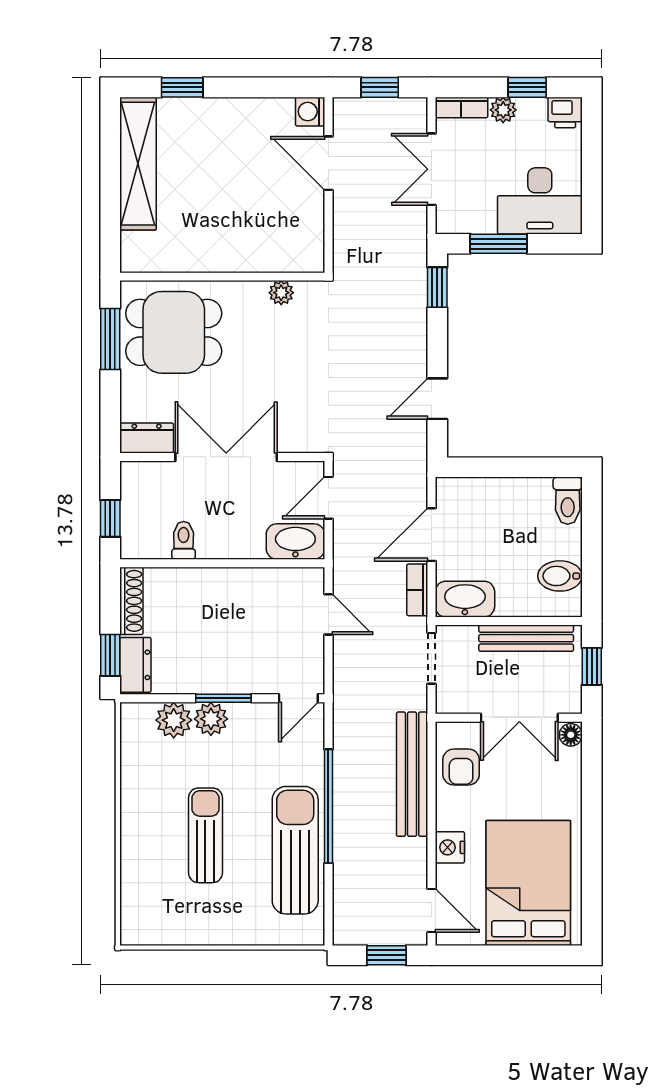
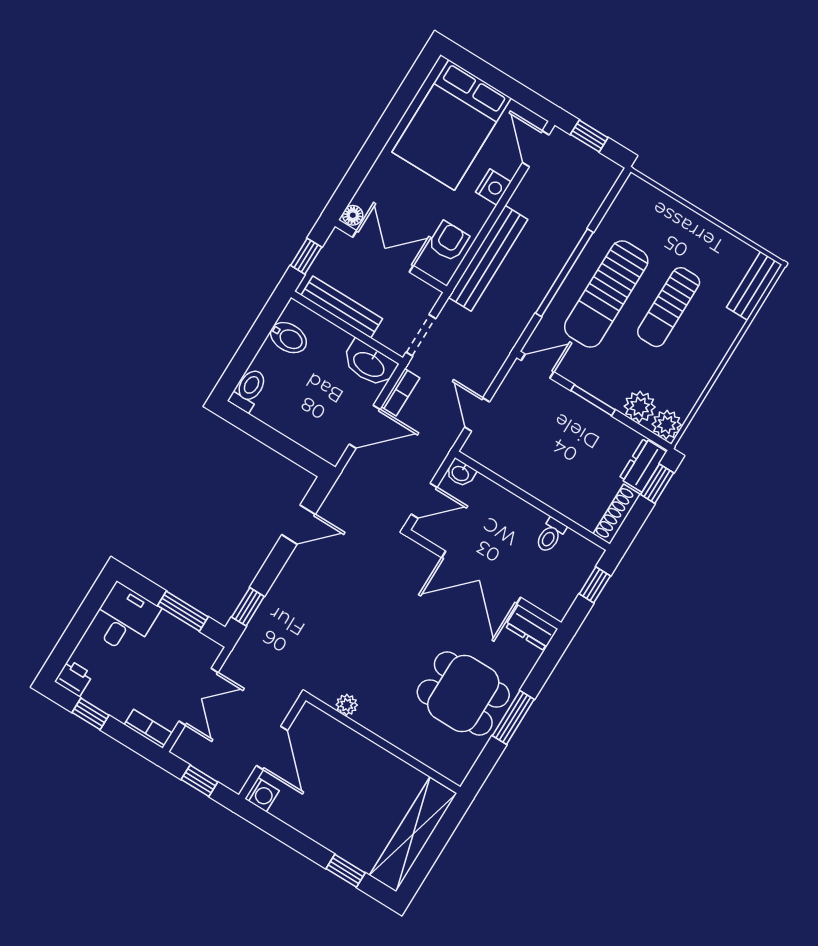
plant: (503, 110) -> (118, 708), removed
desk: (540, 201) -> (124, 619), width x0.73
wall: (222, 277) -> (383, 744), moved
plant: (281, 293) -> (347, 705), moved
washbasin: (295, 541) -> (461, 473), width x0.52, depth x0.69
plant: (211, 719) -> (667, 425), moved
sun lounger: (295, 850) -> (606, 294), moved
bench: (134, 908) -> (754, 286), added

